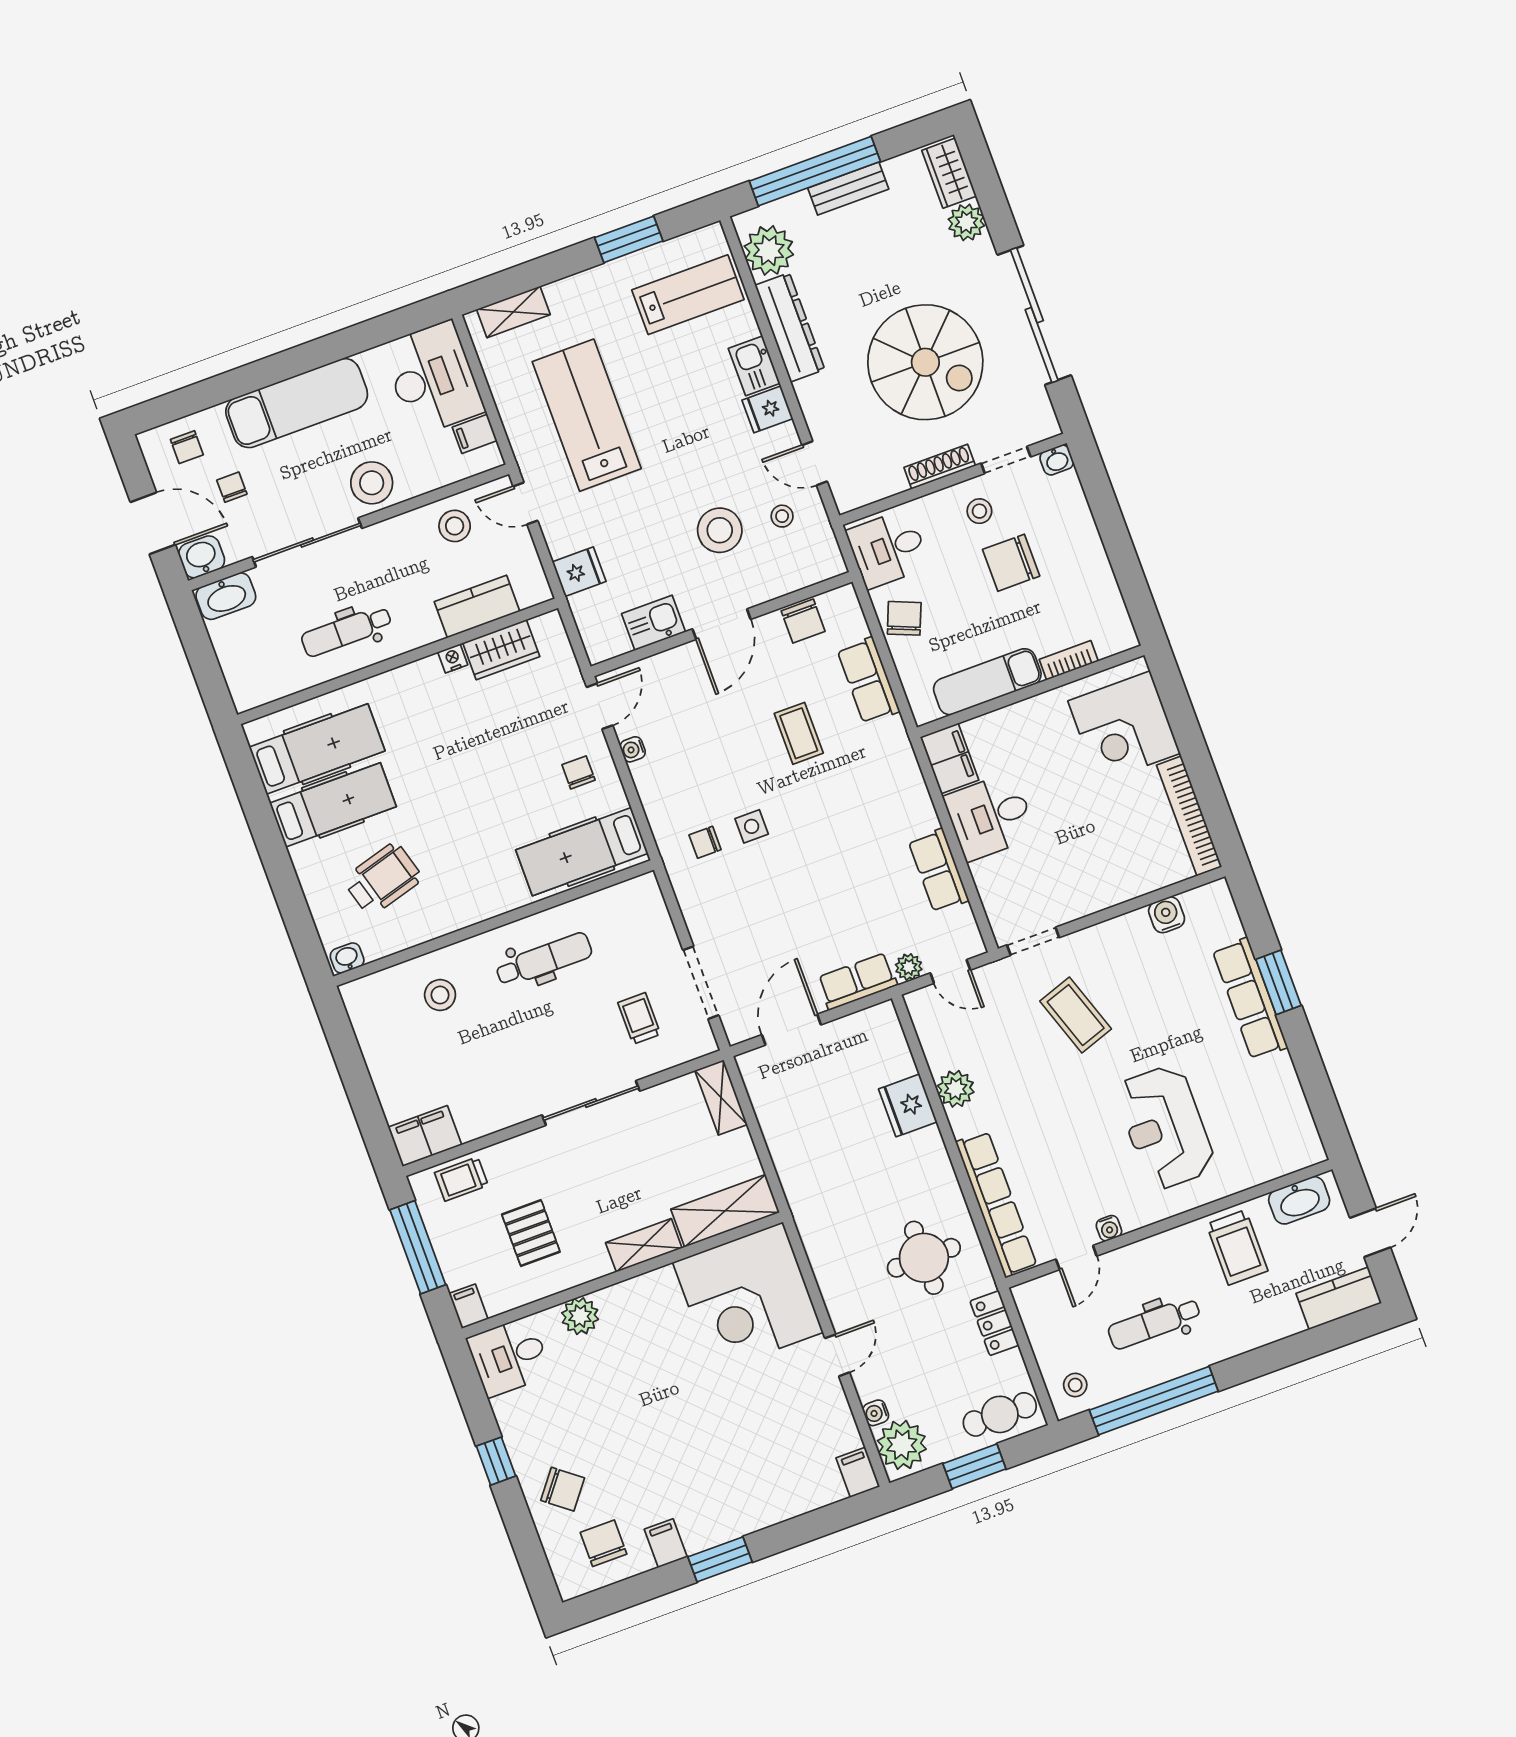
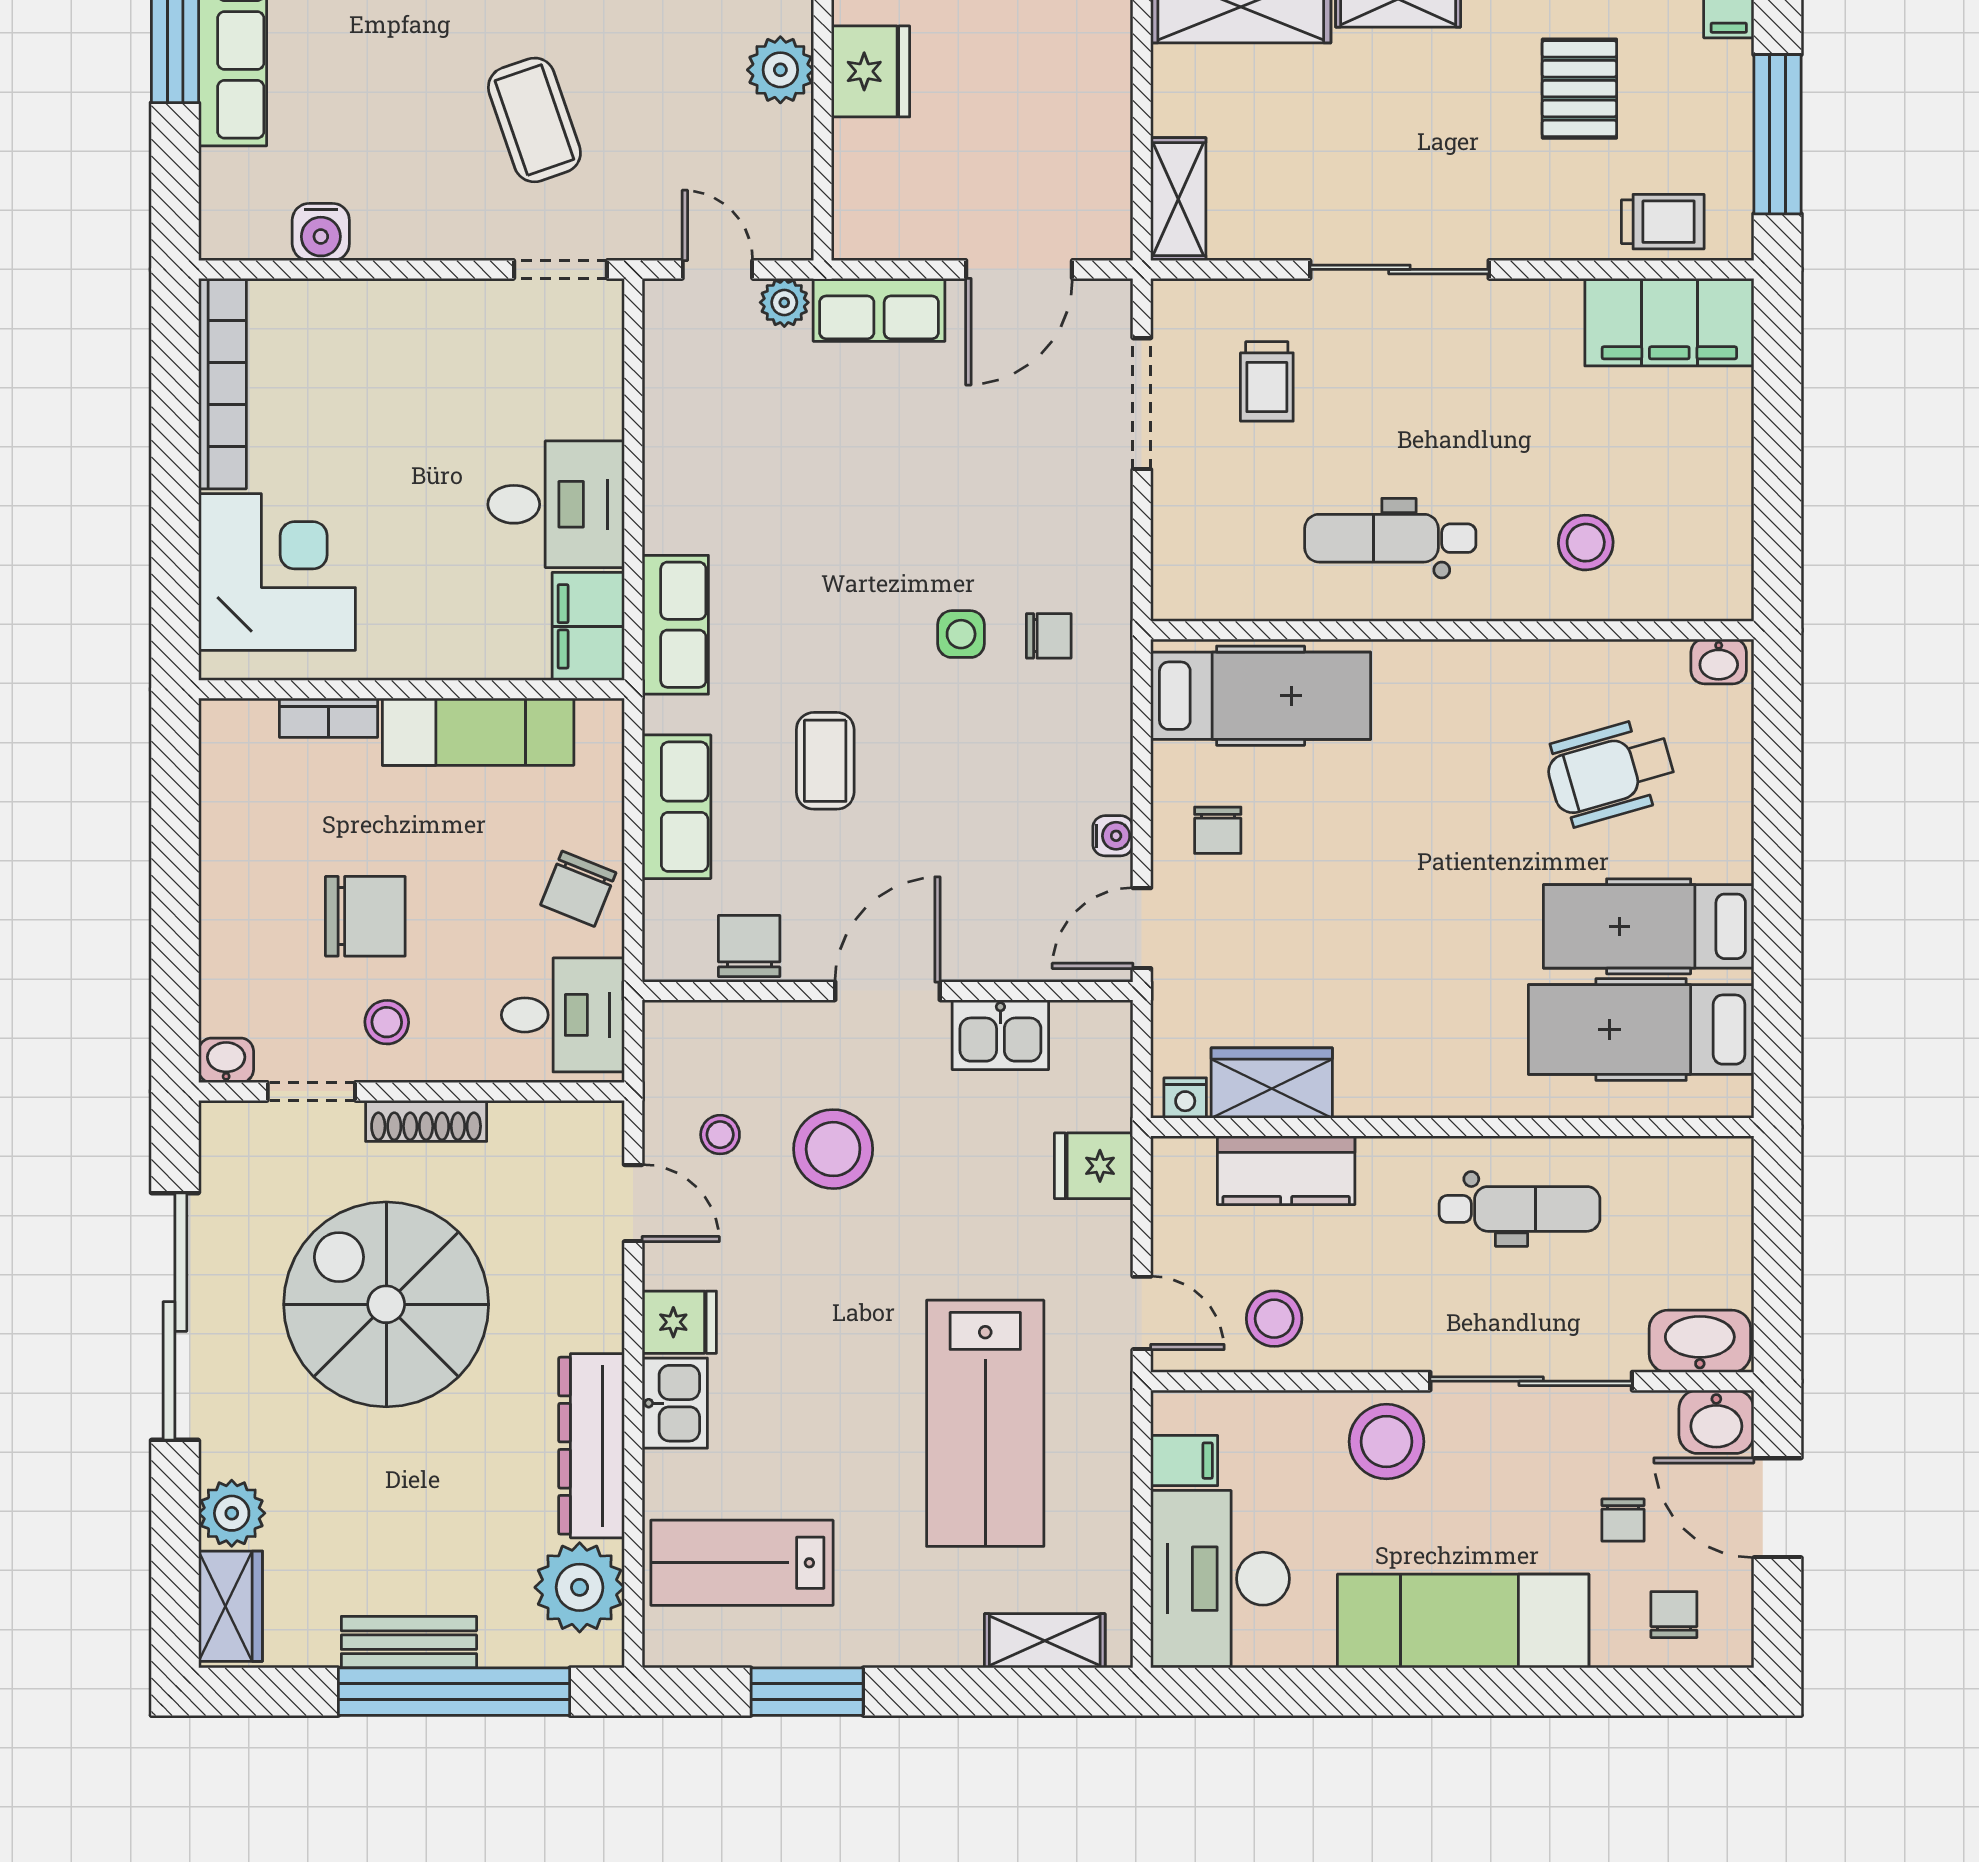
nightstand: (453, 659) -> (1185, 1098), moved
row of seats: (939, 871) -> (675, 625), moved
filing cabinet: (425, 1136) -> (1669, 322), width x1.50, depth x1.17

